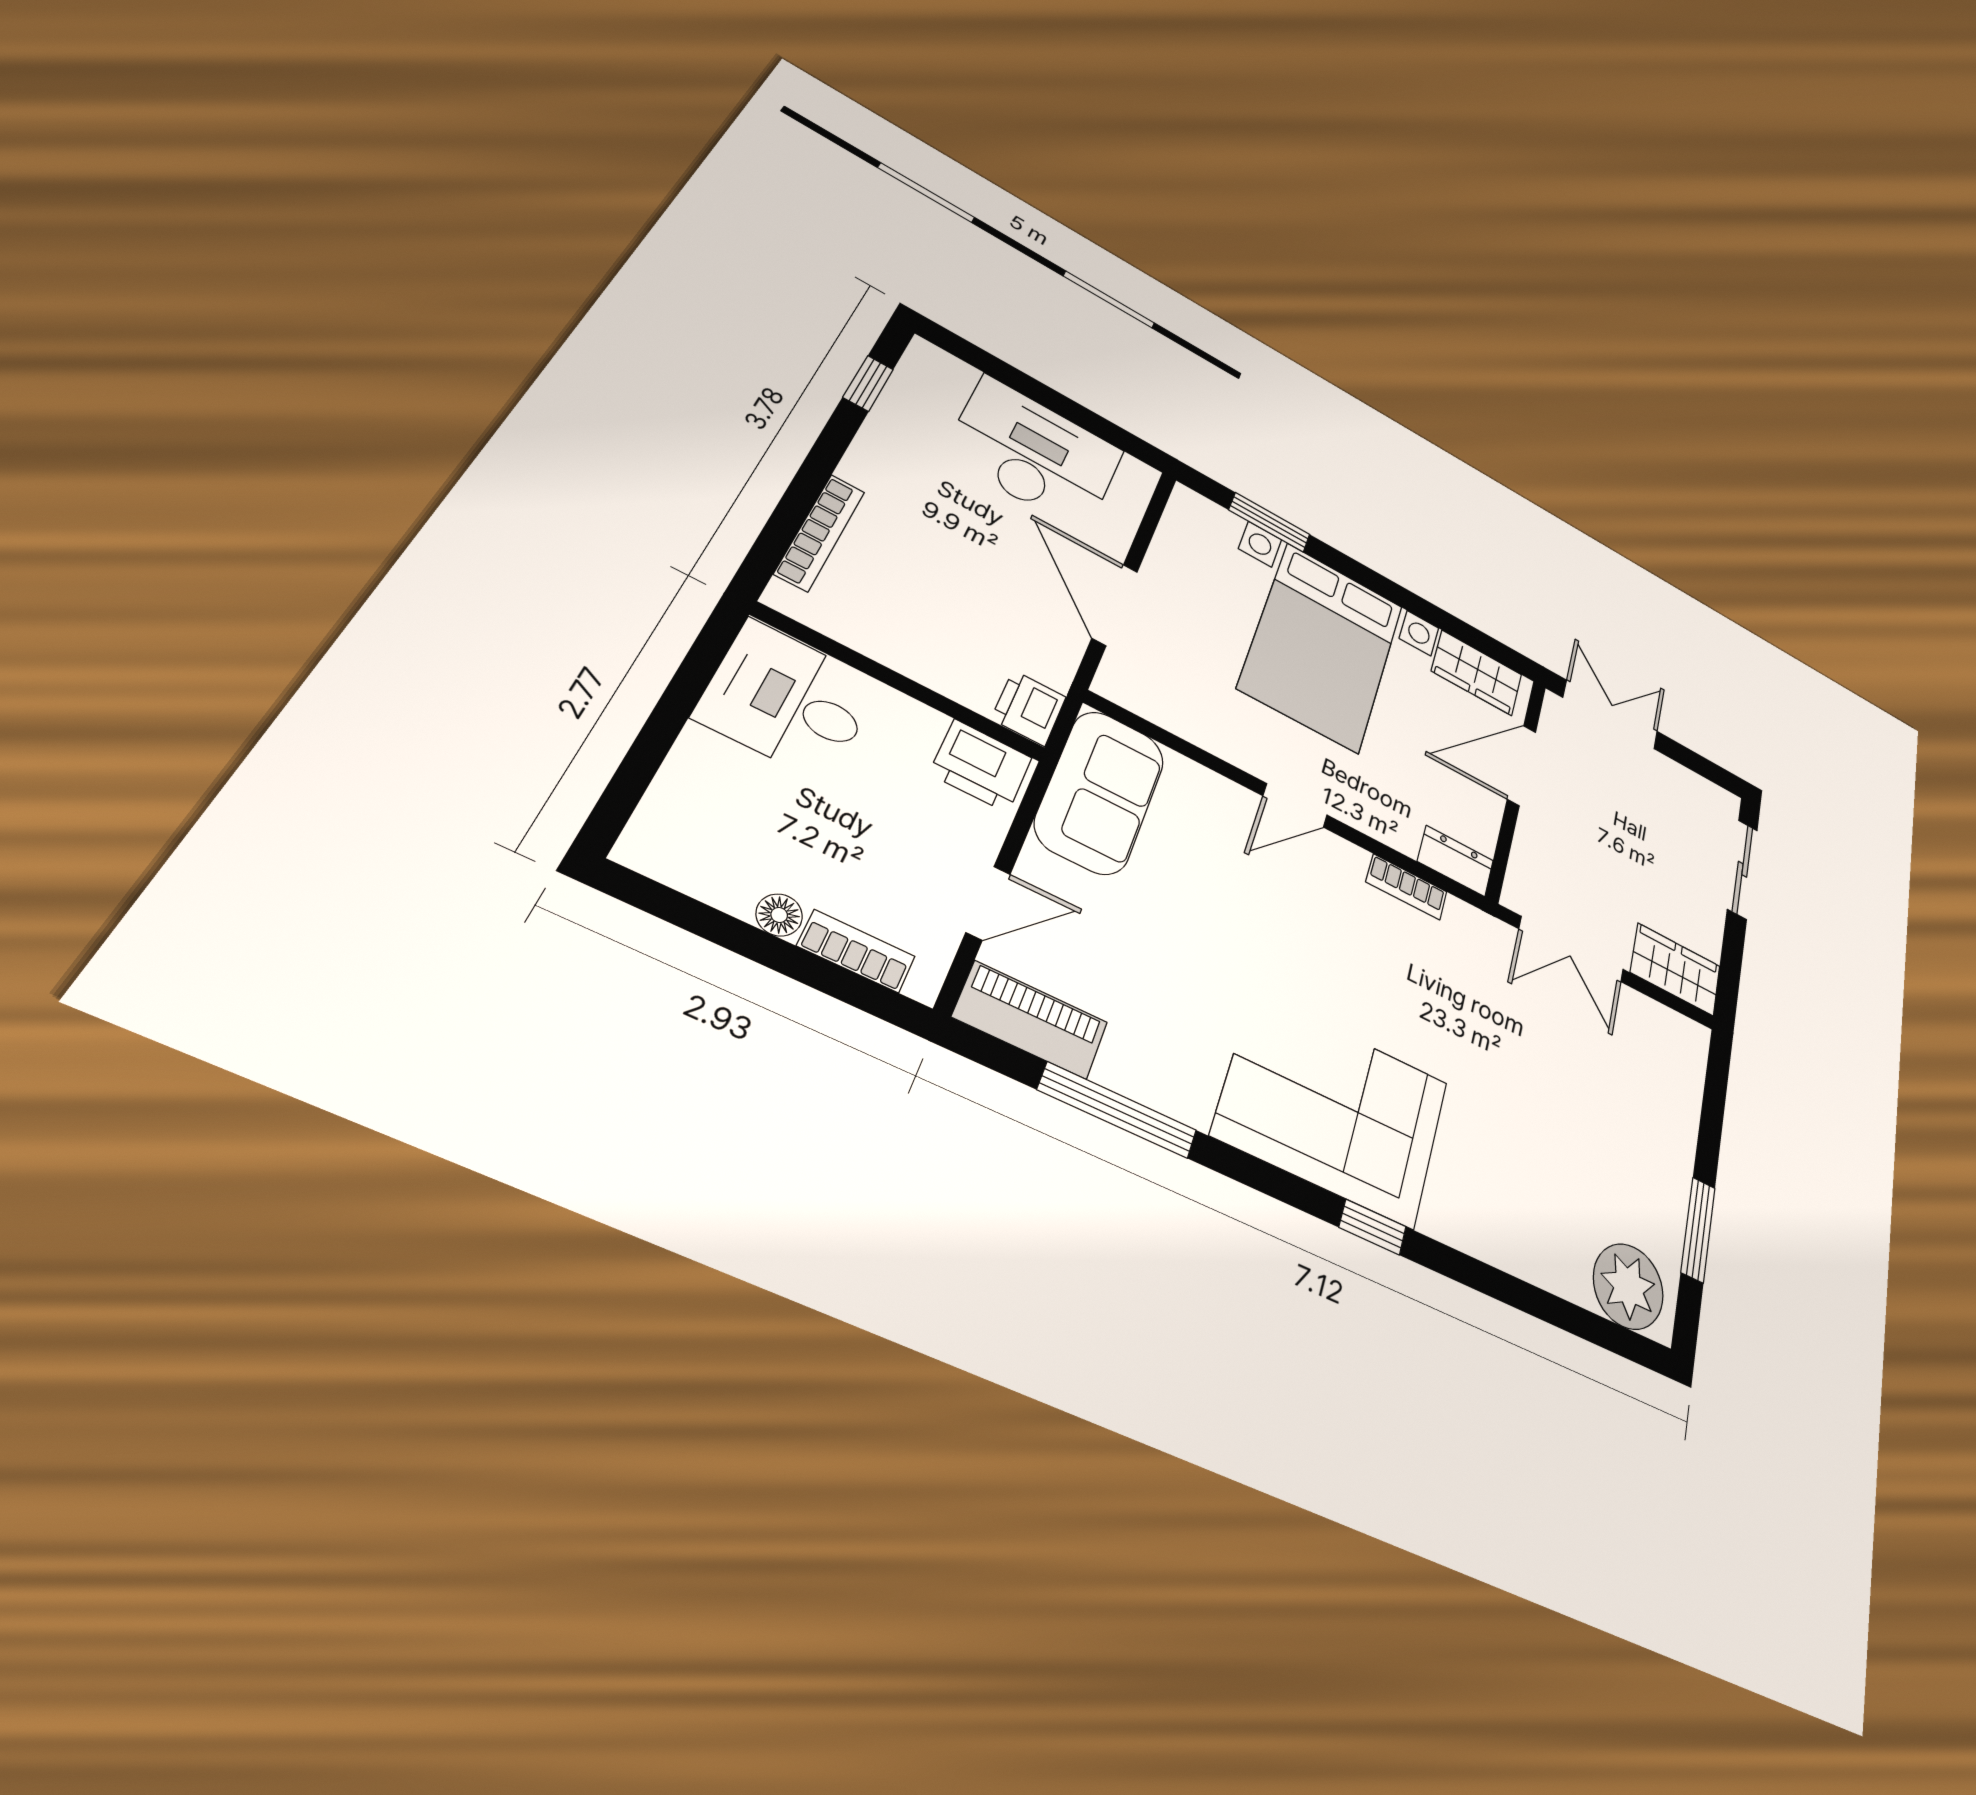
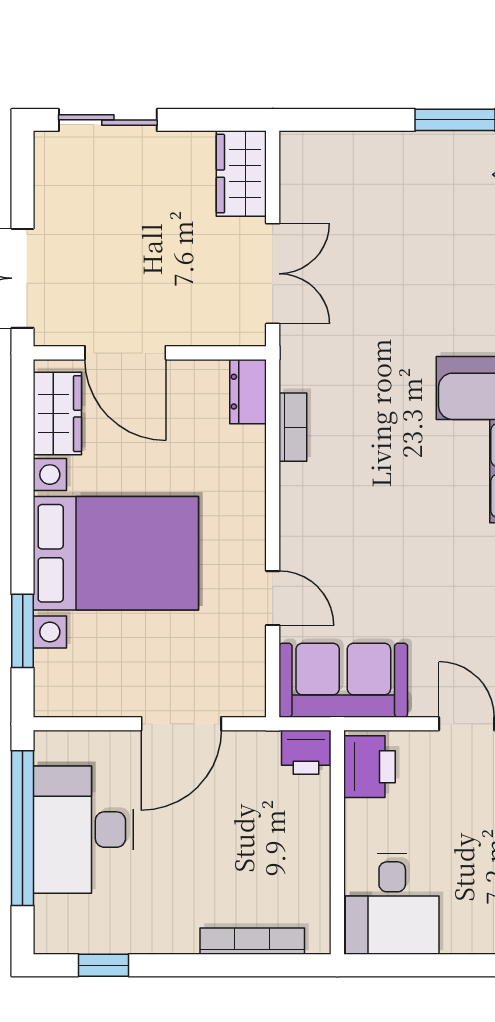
window: (1061, 405) -> (23, 828), added
door: (1295, 805) -> (273, 598), moved

